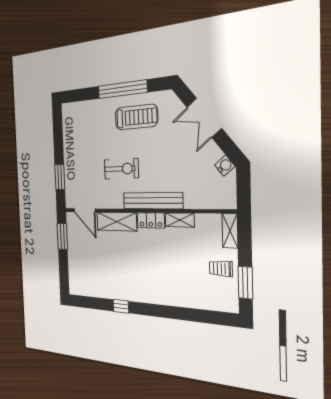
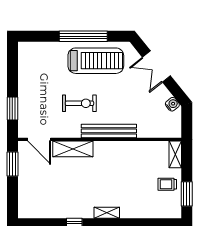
treadmill: (136, 117) -> (96, 61), width x1.37, depth x1.38
locker: (151, 220) -> (107, 147), removed
shelving: (180, 220) -> (107, 213), moved

